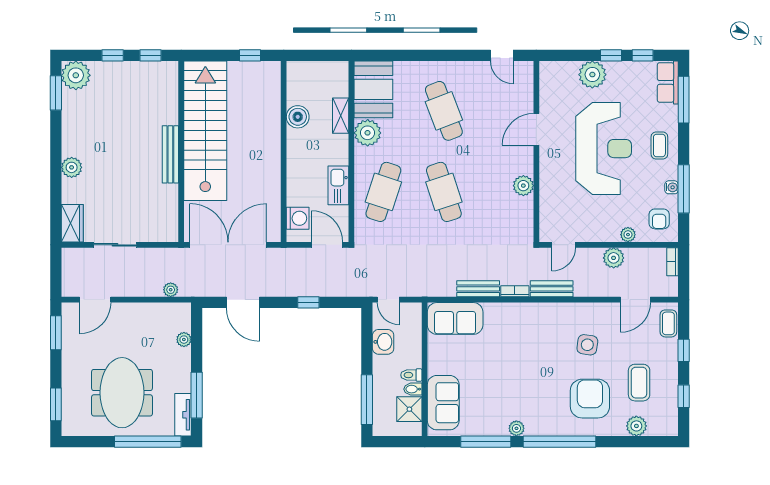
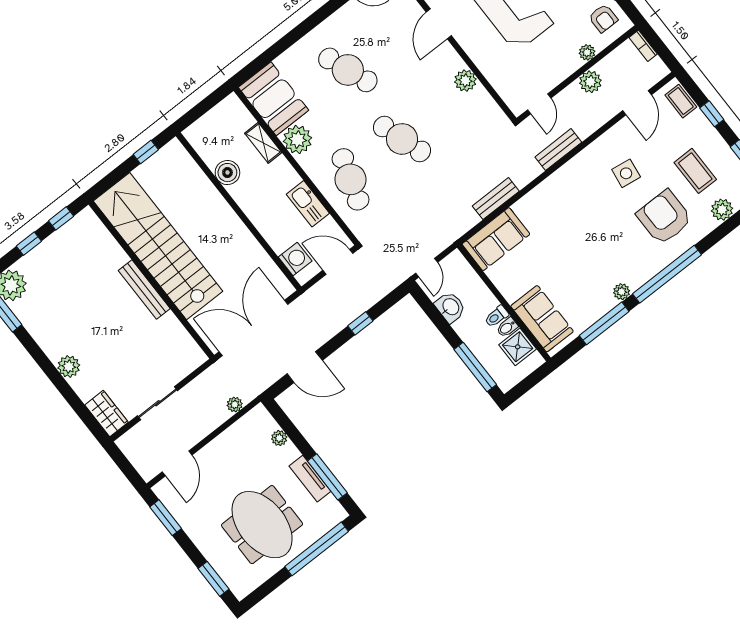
bookcase: (515, 291) -> (529, 176), removed
door: (388, 300) -> (427, 268), hinge flipped
tv unit: (183, 415) -> (310, 479), moved

